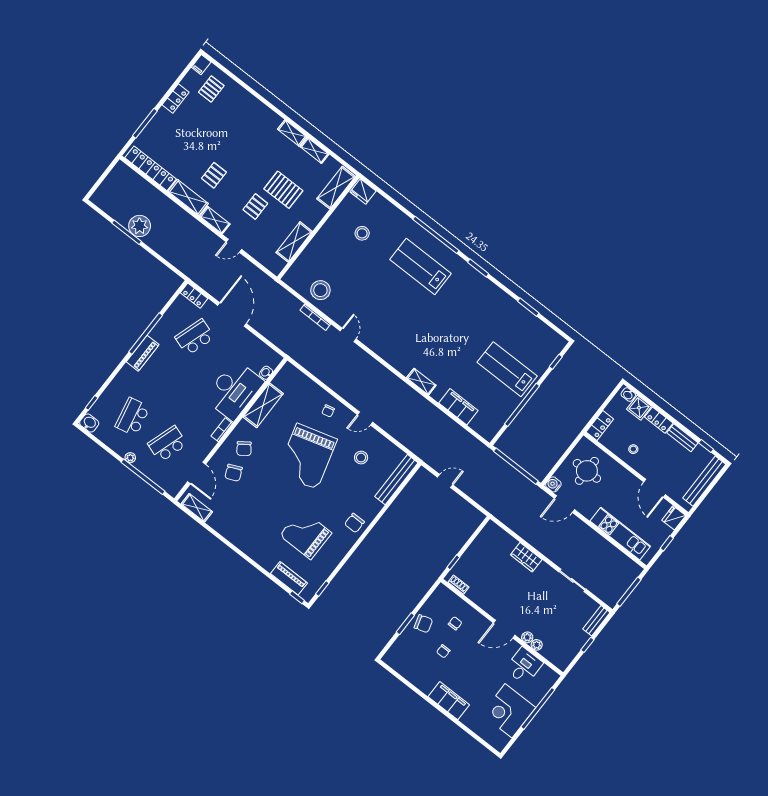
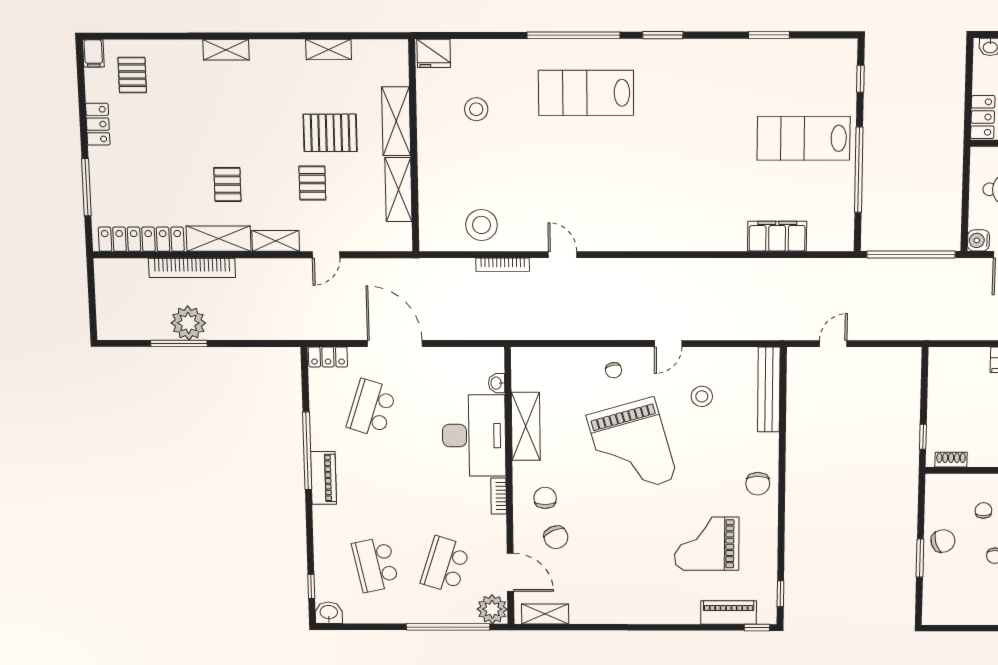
shelving: (292, 133) -> (226, 50), moved
shelving: (336, 188) -> (396, 121), moved
bookcase: (164, 201) -> (192, 268), added
shelving: (421, 382) -> (704, 241), removed
chair: (244, 449) -> (545, 498), turned -144
plant: (130, 458) -> (492, 609), moved, width x1.88, depth x1.88

